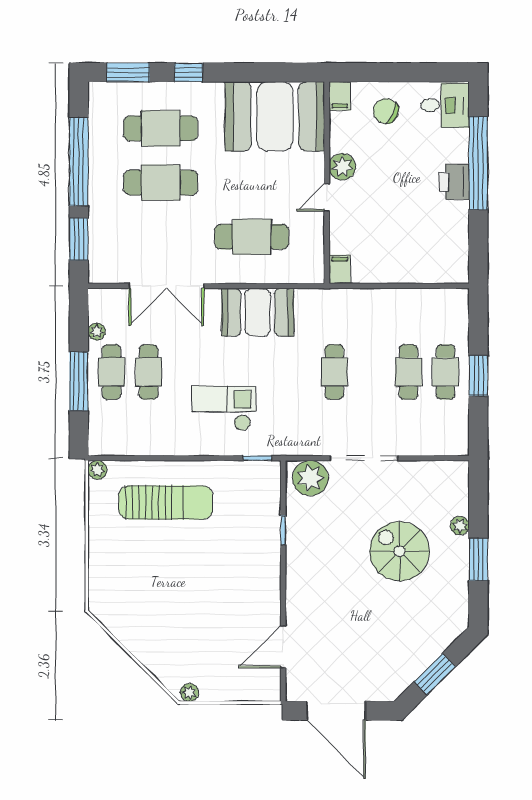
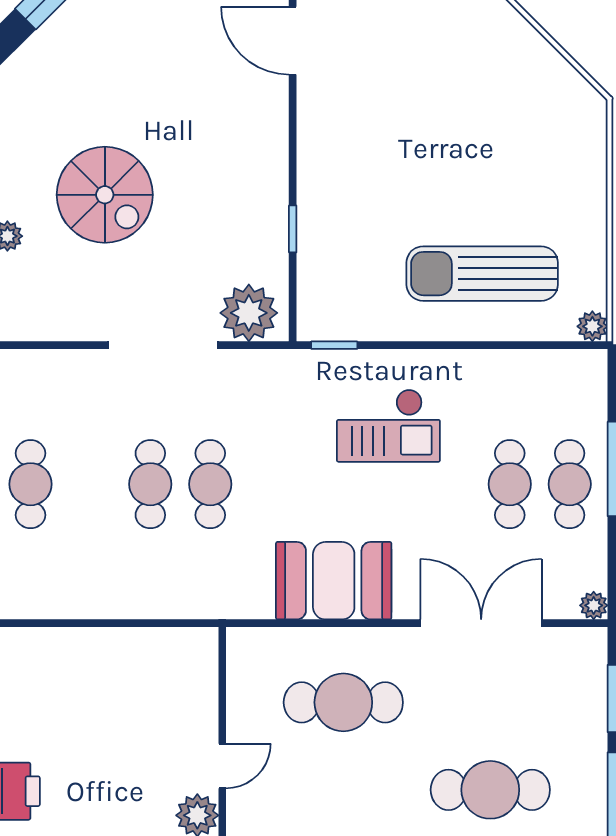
filing cabinet: (340, 269) -> (201, 650), removed
plant: (97, 332) -> (594, 605), moved
cafe table: (408, 372) -> (150, 484), moved
door: (283, 647) -> (293, 41), swing flipped

